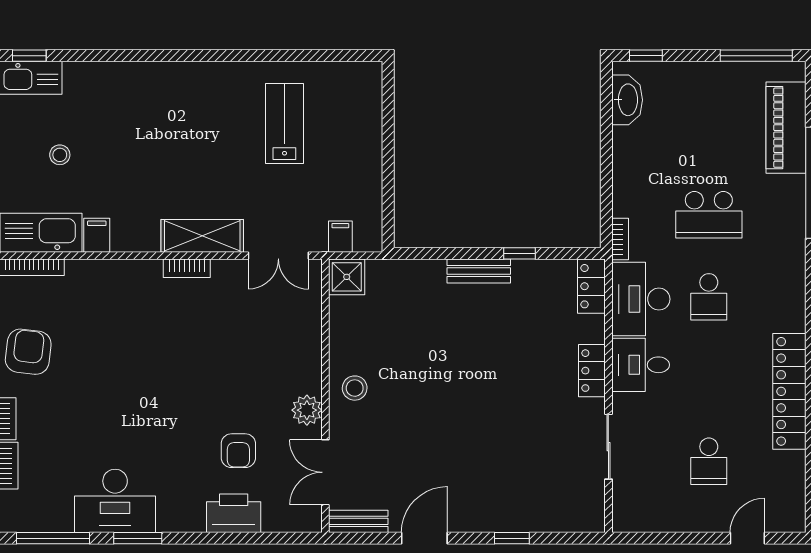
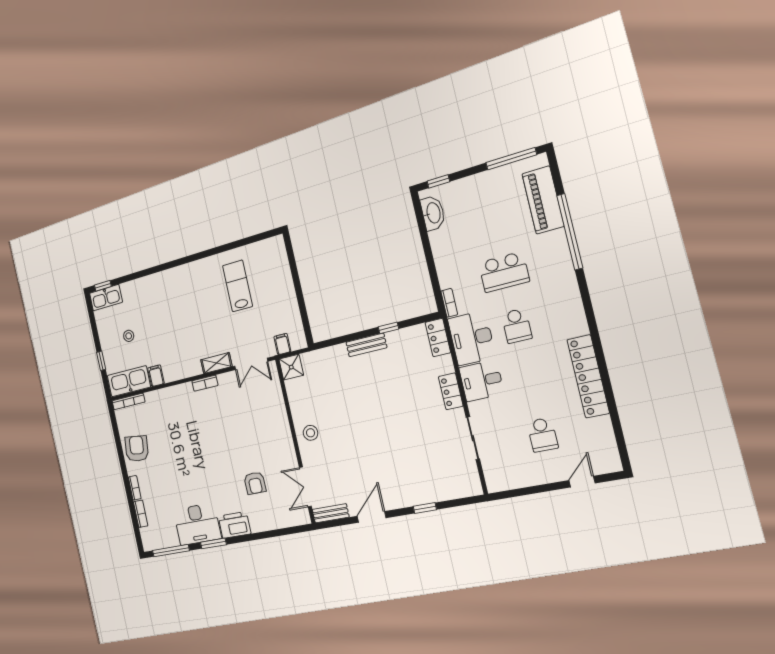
shelving: (202, 236) -> (216, 363), width x0.67, depth x0.75
plant: (307, 410) -> (287, 452), removed
printer: (234, 513) -> (235, 525), moved

